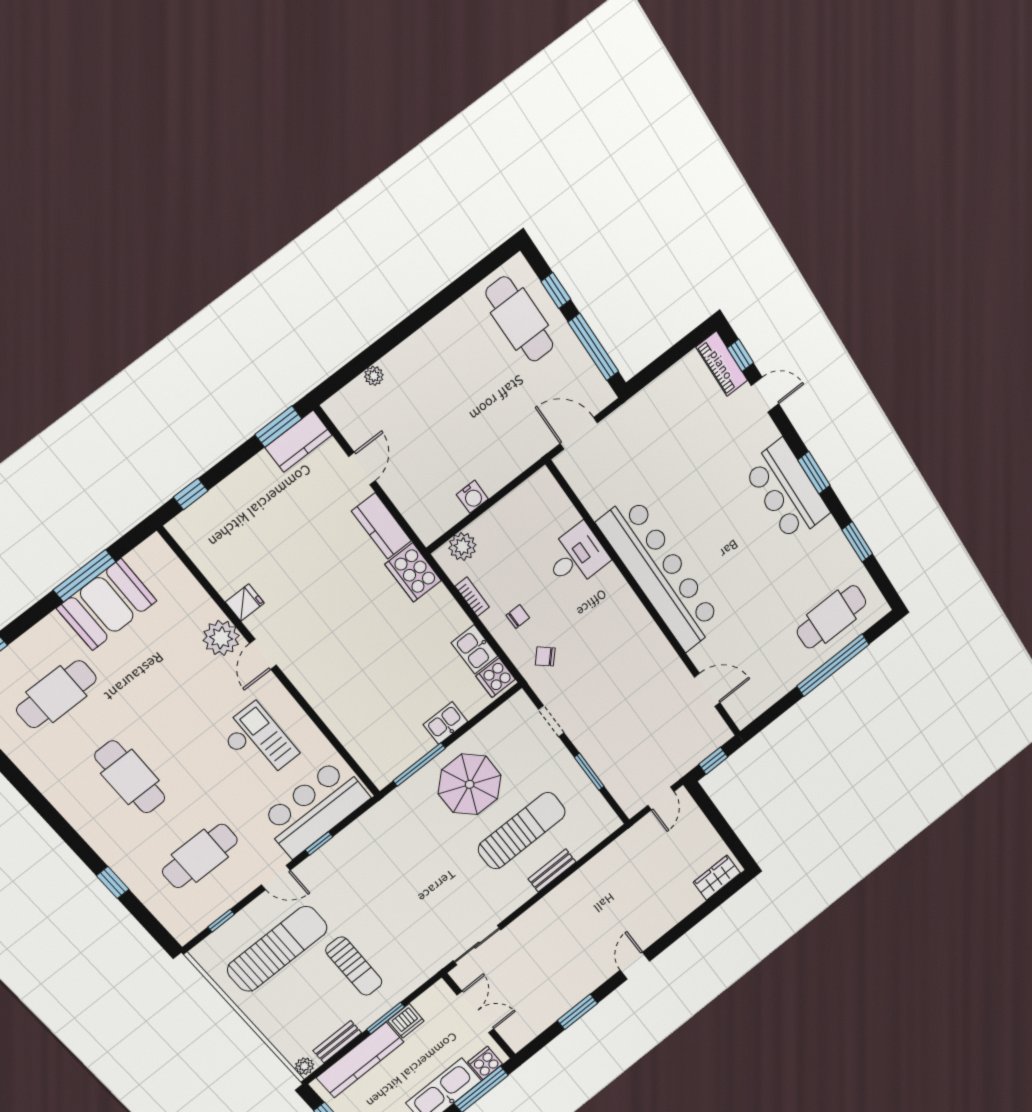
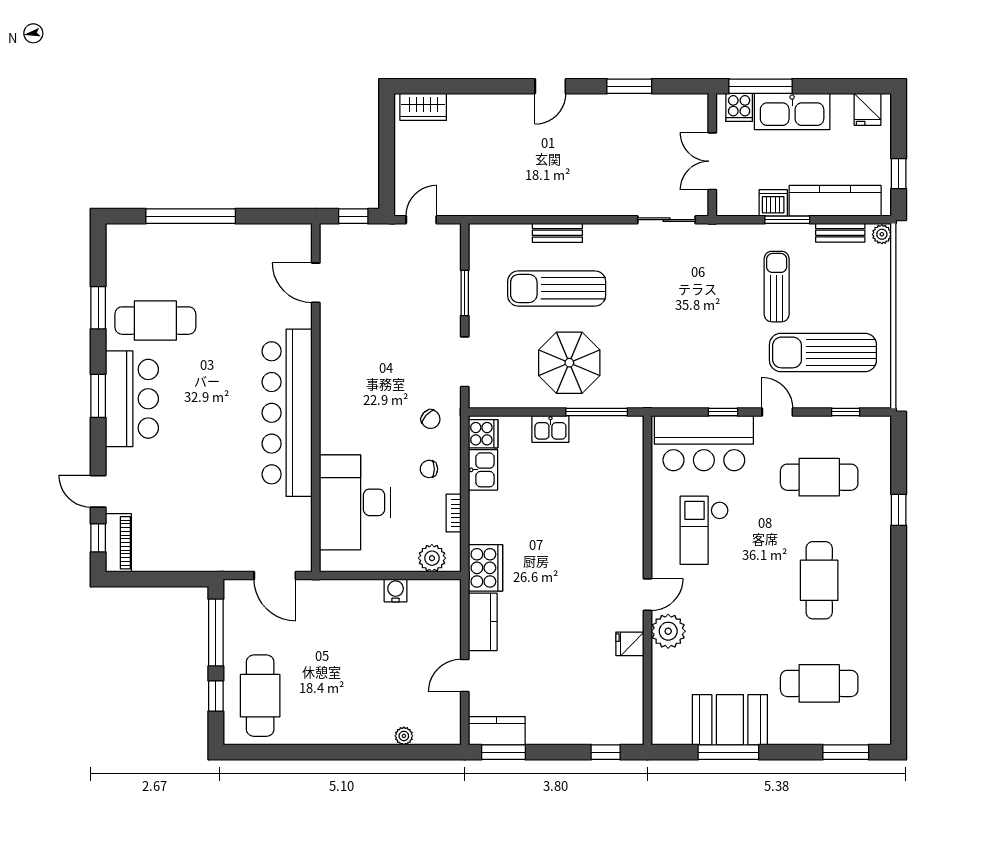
desk: (576, 557) -> (355, 502), width x1.87, depth x1.30
cafe table: (832, 617) -> (155, 321), moved
doorway: (551, 721) -> (465, 362), width x1.38

